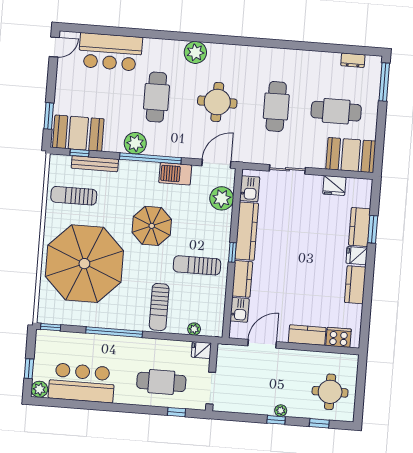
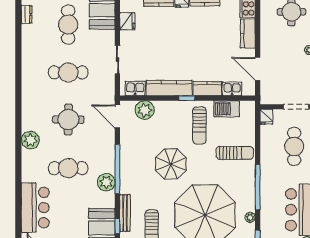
barbecue: (175, 174) -> (227, 109), moved, turned 90
plant: (194, 329) -> (250, 217), moved

